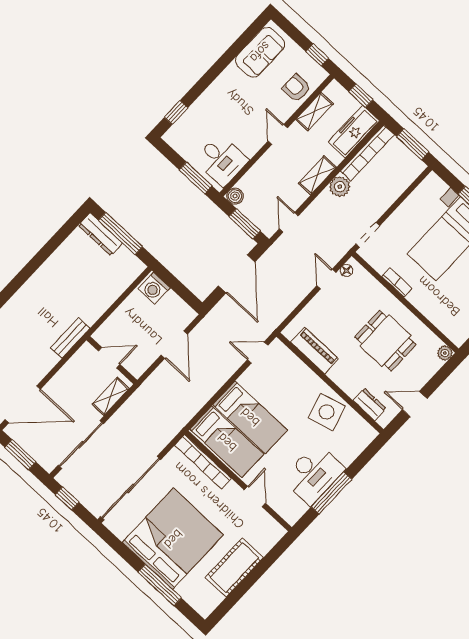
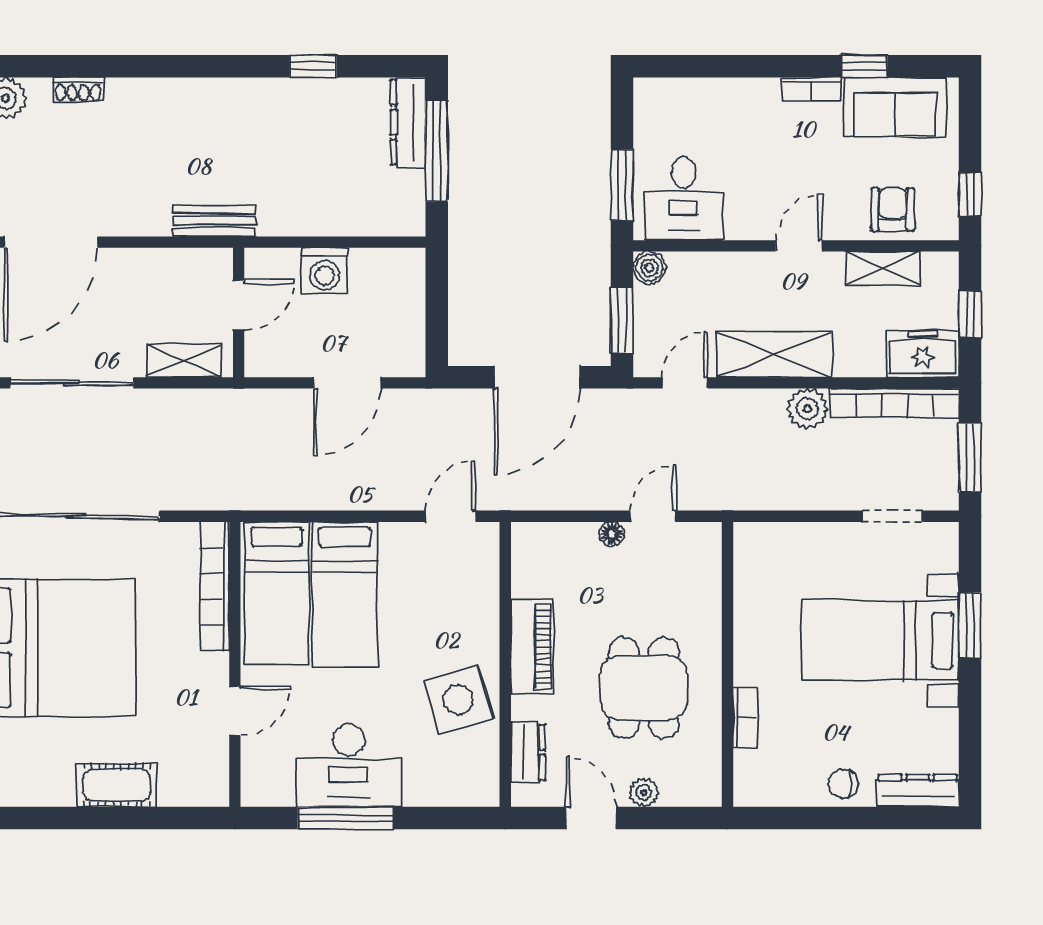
bookcase: (225, 77) -> (811, 89), added
window: (176, 113) -> (864, 66), moved
freezer: (354, 131) -> (923, 354), width x0.71
shelving: (317, 175) -> (774, 354), width x1.50, depth x1.33
doorway: (368, 235) -> (893, 516), moved
window: (48, 250) -> (313, 66), added
floor lamp: (346, 270) -> (612, 534), moved
bookcase: (397, 282) -> (745, 718), moved
washing machine: (154, 288) -> (324, 271), moved, turned -90
piano: (315, 351) -> (532, 647), moved
door: (258, 352) -> (451, 516), hinge flipped
plant: (445, 353) -> (644, 792), moved
door: (109, 358) -> (239, 305), hinge flipped
door: (23, 404) -> (51, 242), hinge flipped
cot: (234, 568) -> (117, 785), width x0.73, depth x0.75

